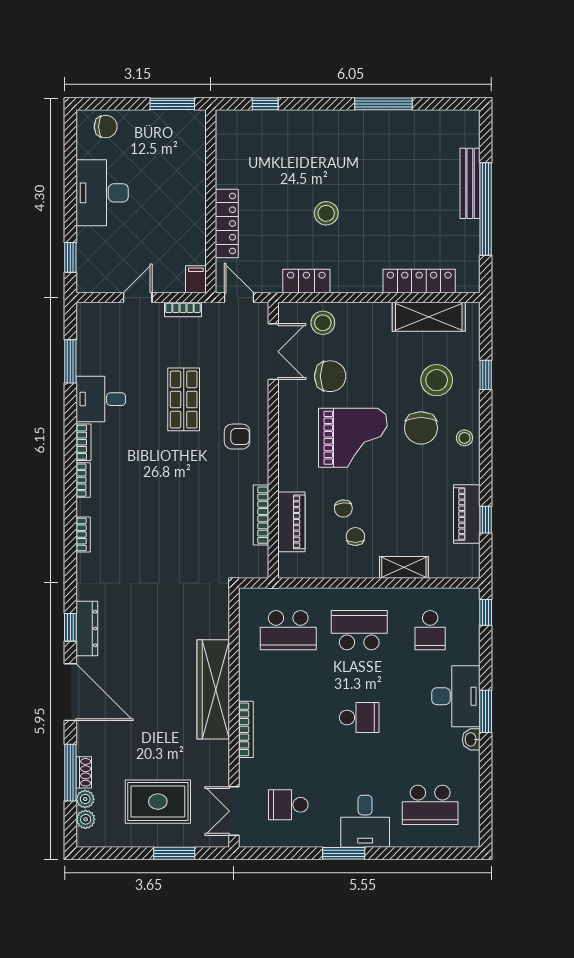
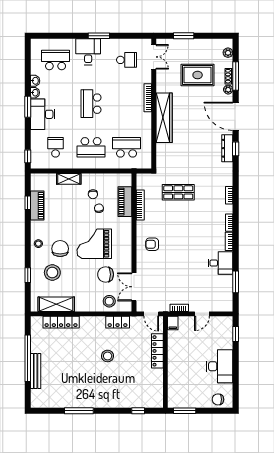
shop shelf: (184, 399) -> (178, 192), moved, turned 90
school desk: (359, 717) -> (91, 104), width x1.85
washbasin: (471, 763) -> (35, 81), added
plant: (85, 799) -> (228, 90), moved
rug: (158, 802) -> (198, 75), moved

